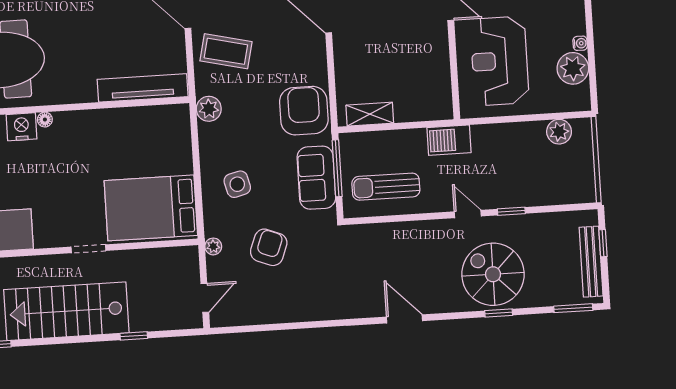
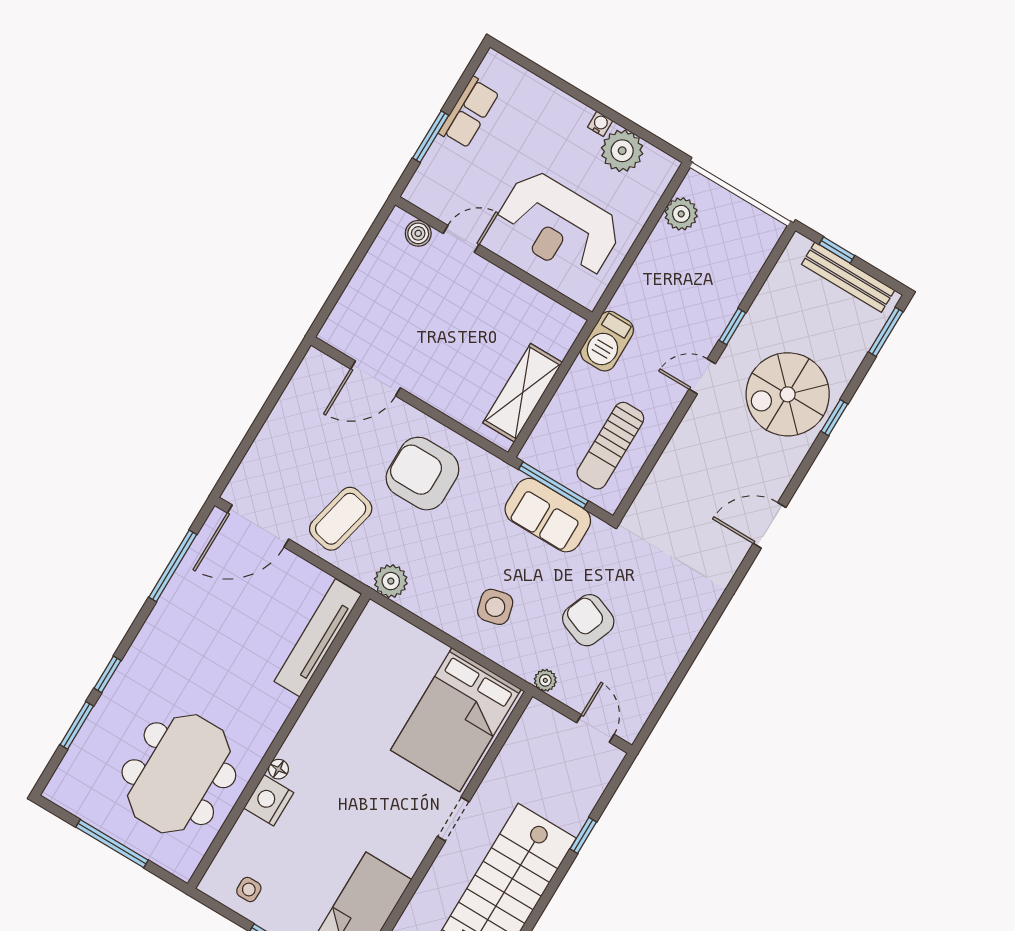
armchair: (304, 111) -> (422, 474), moved
shelving: (370, 114) -> (523, 393), width x1.50, depth x1.33

